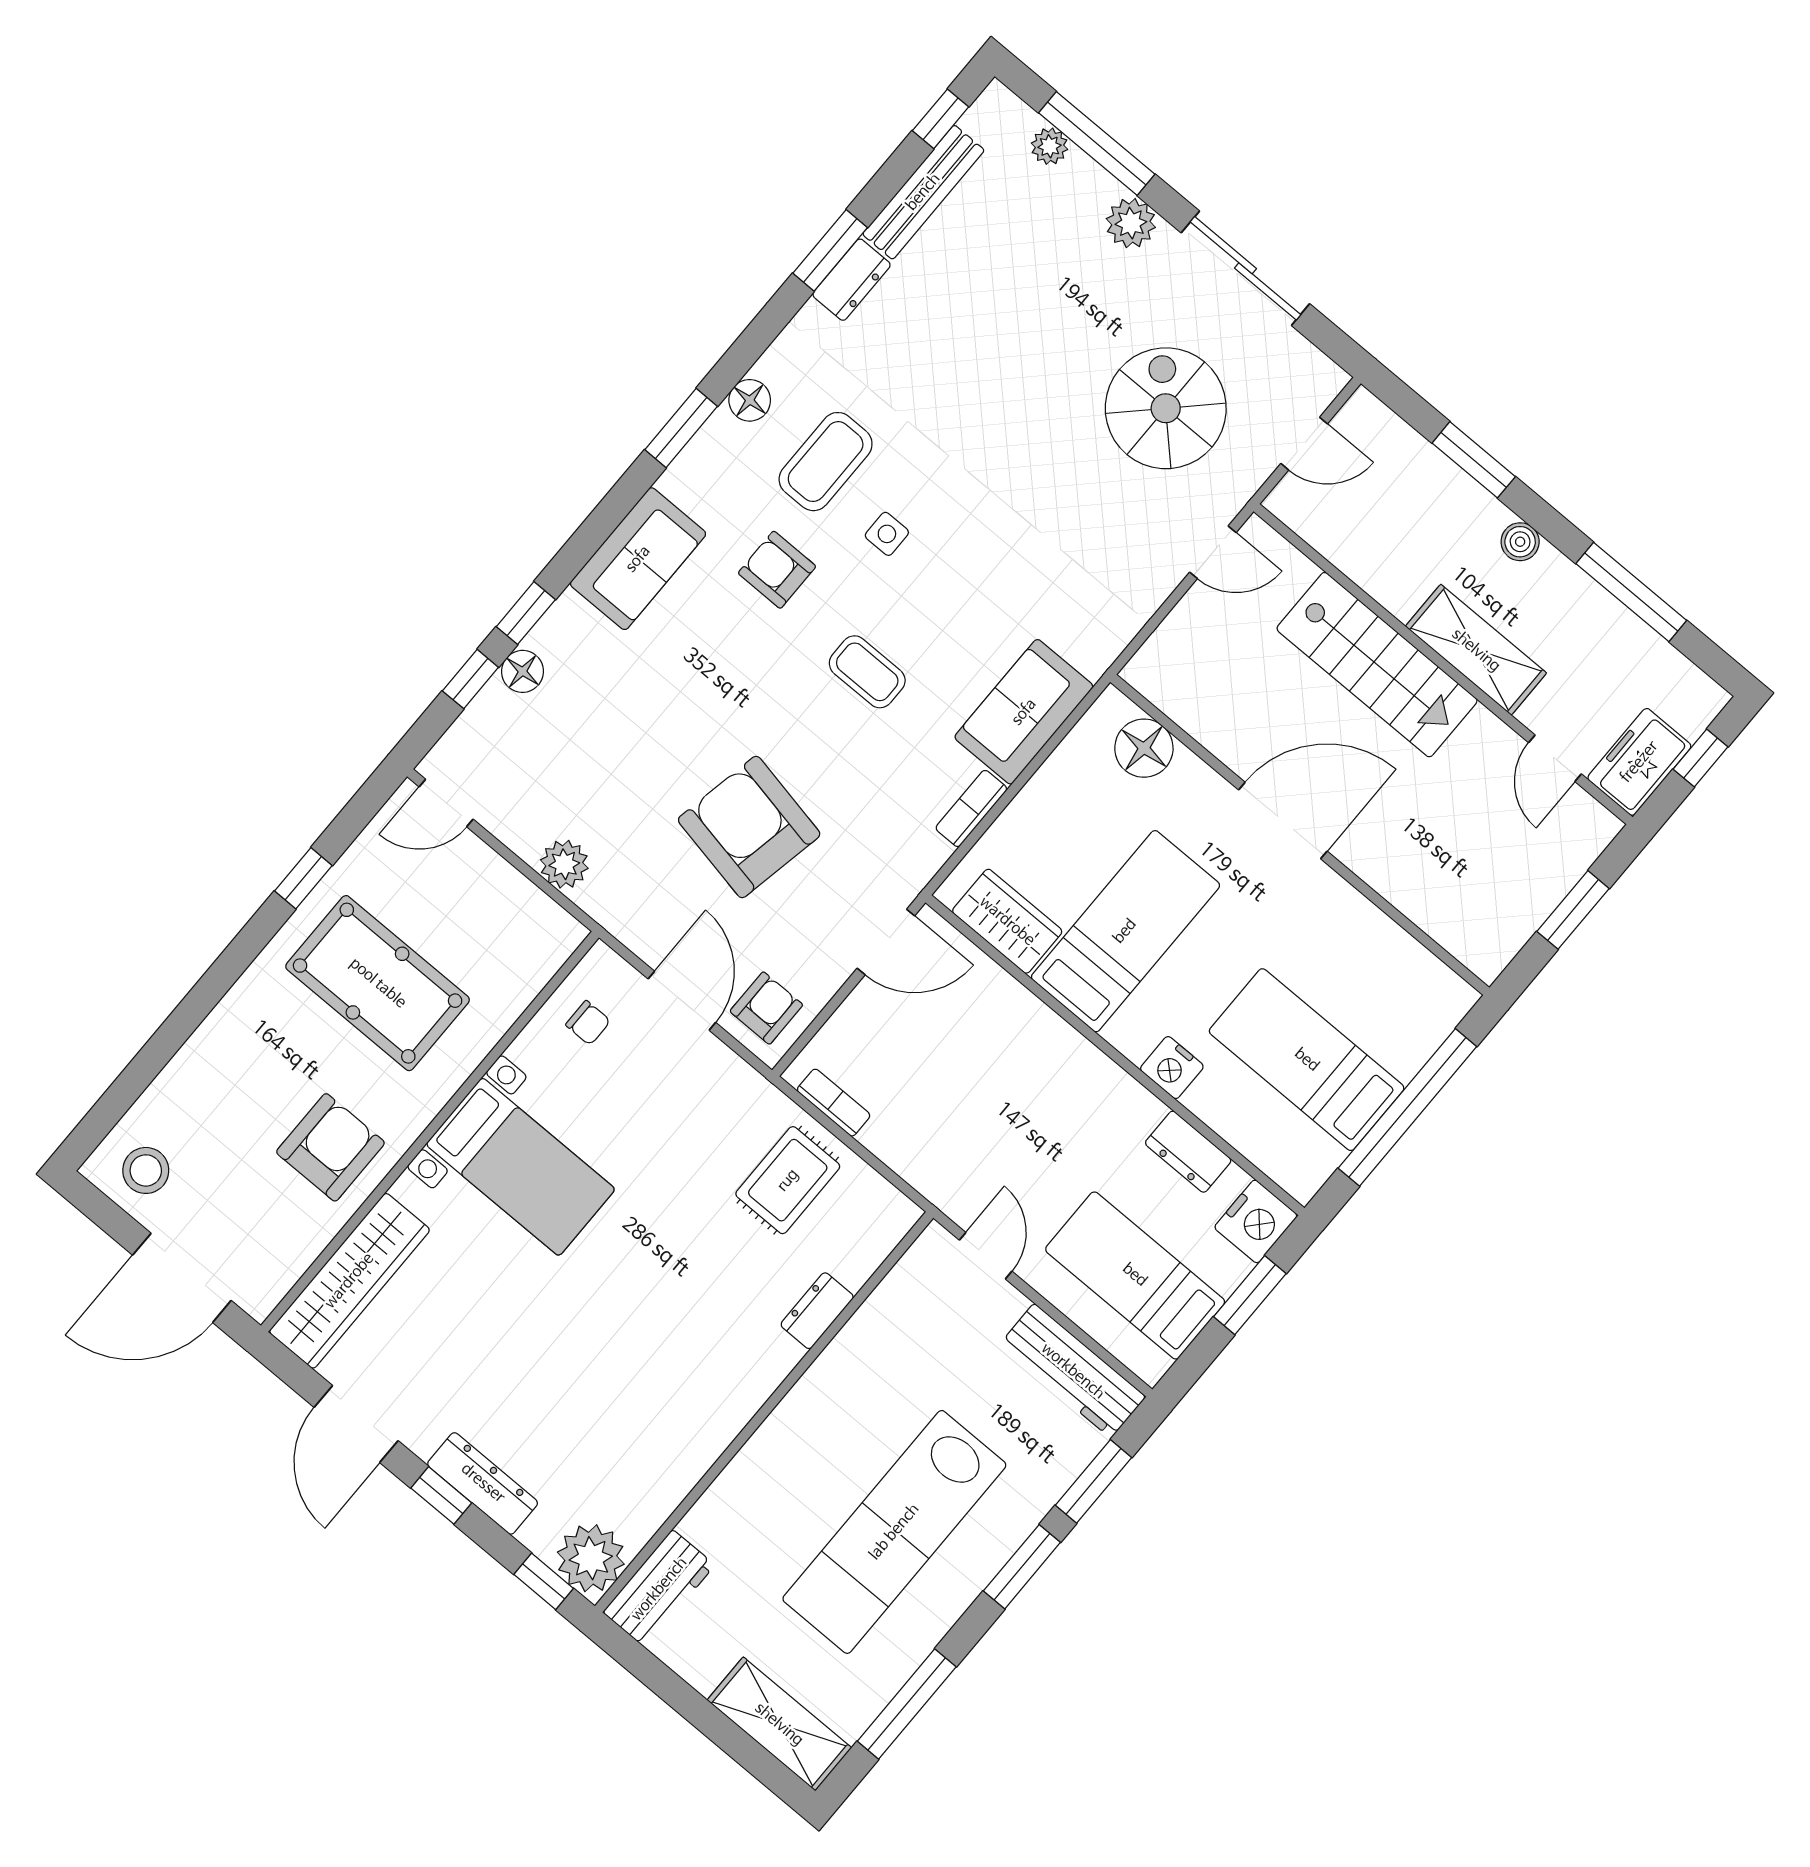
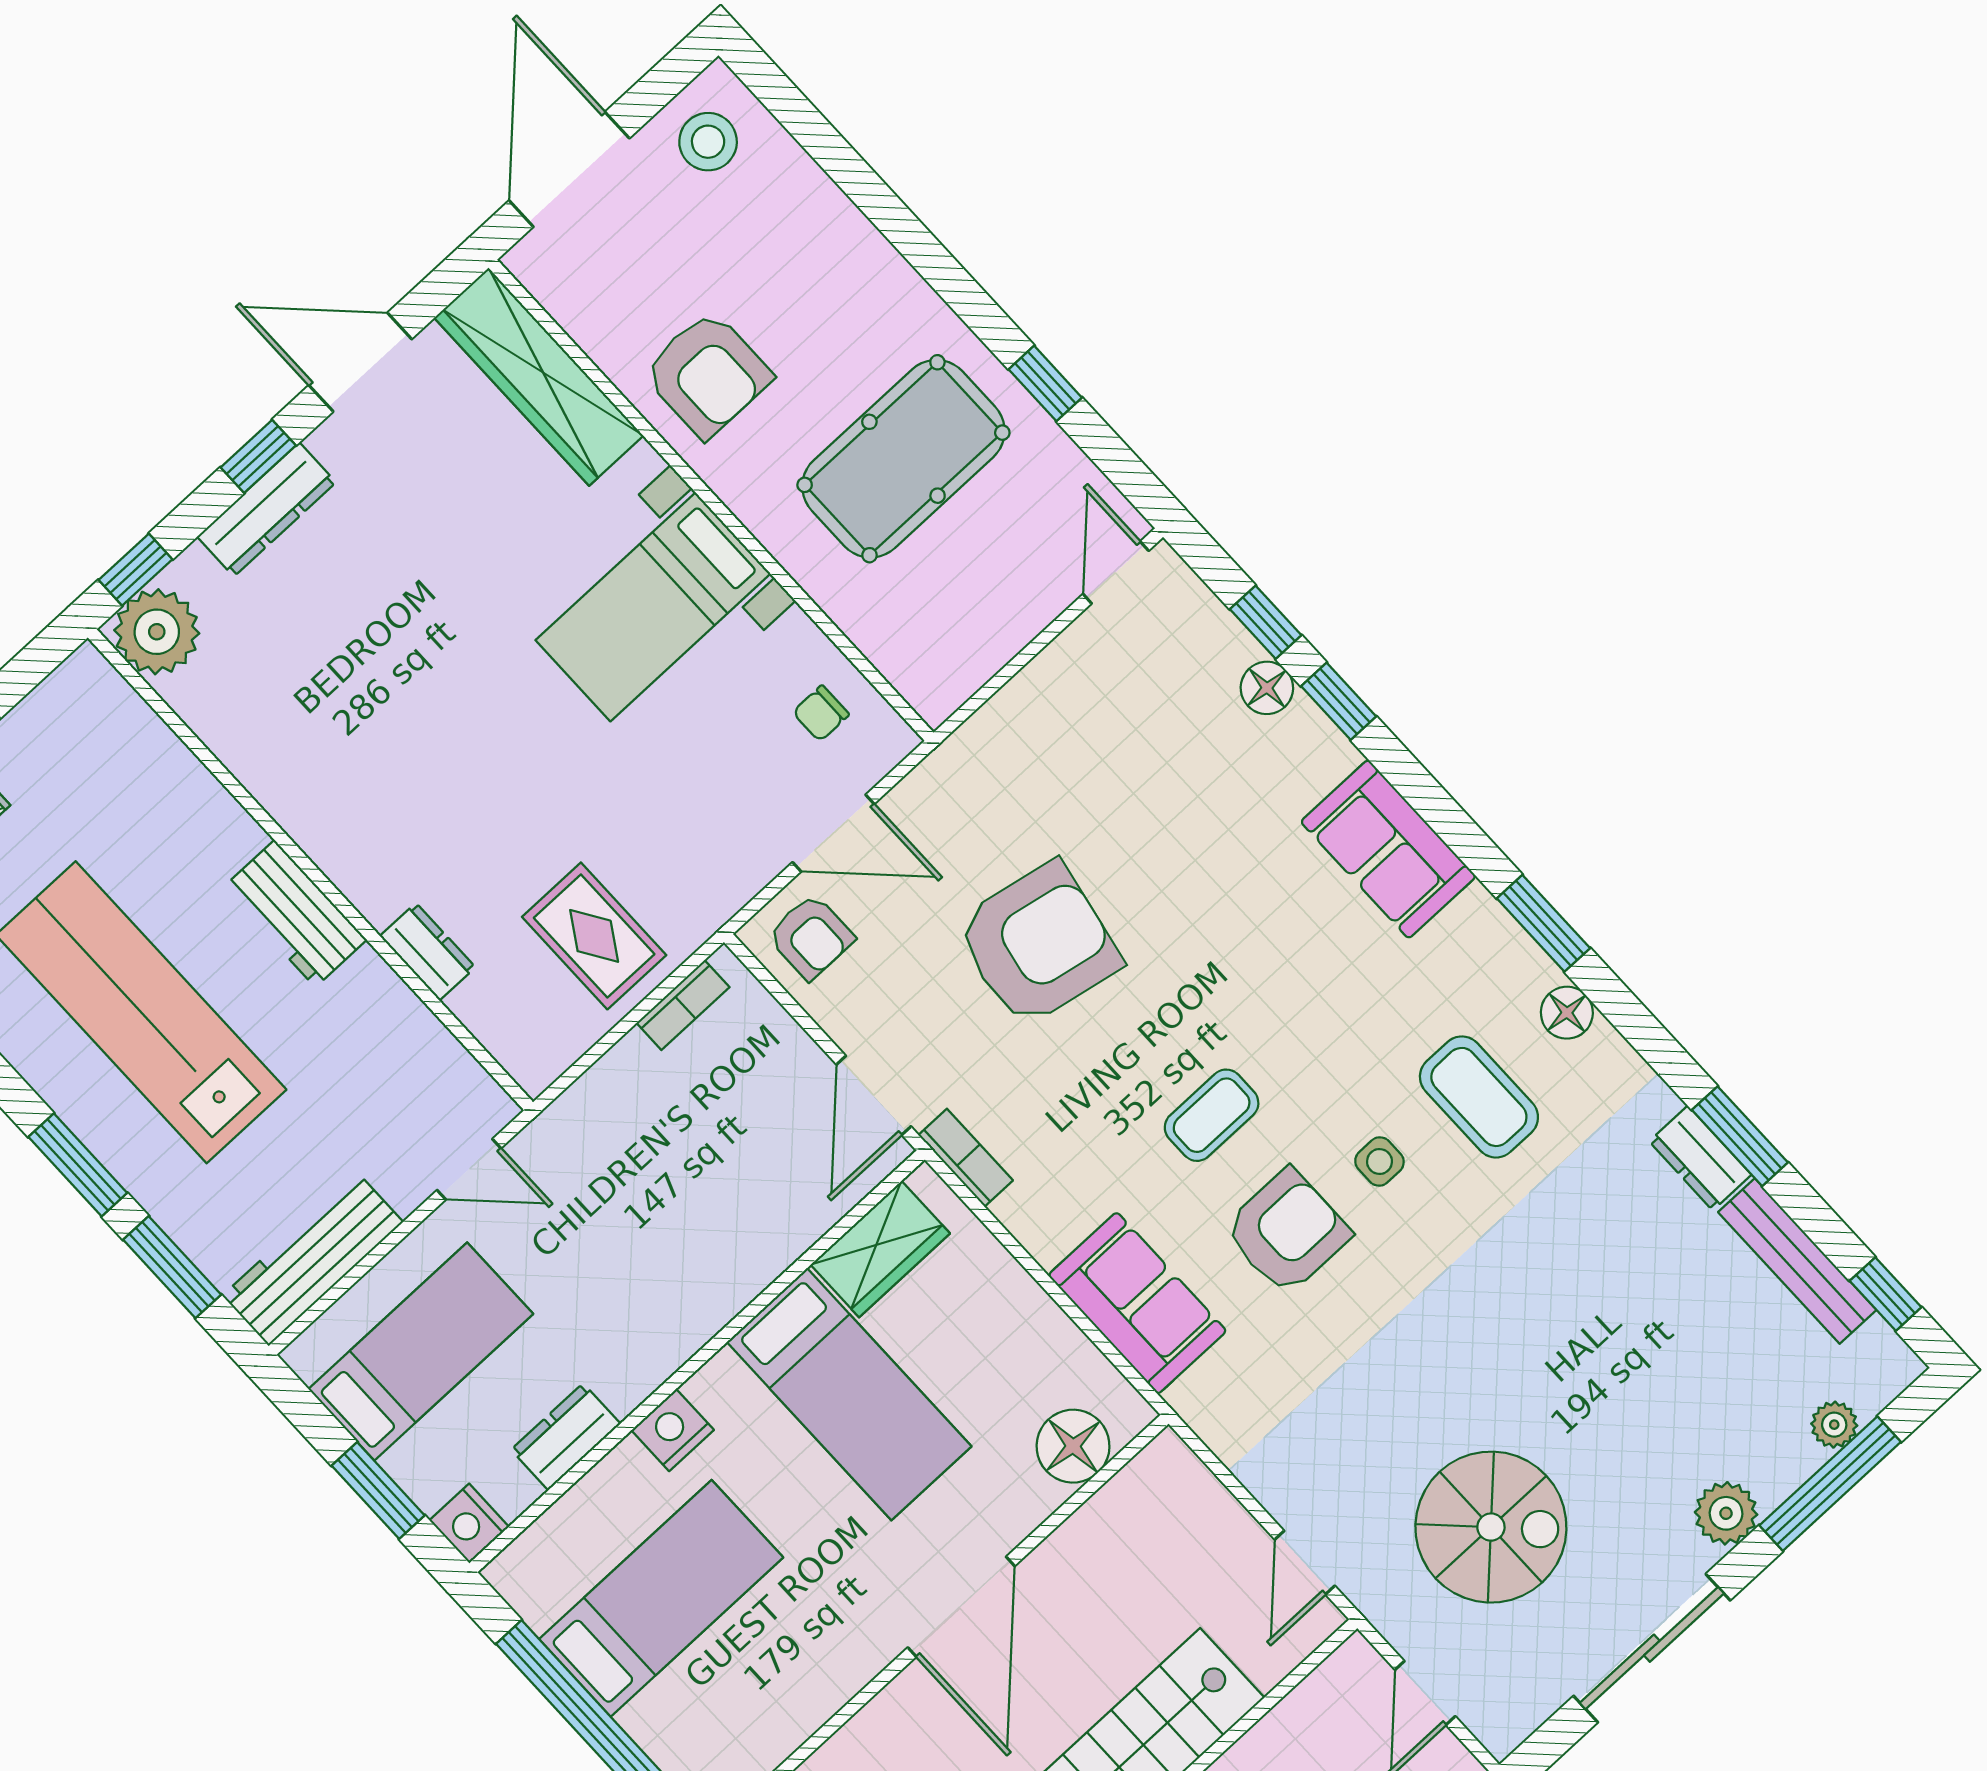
armchair: (777, 570) -> (1287, 1232), moved, width x1.38, depth x1.38
bookcase: (971, 809) -> (966, 1158), moved
plant: (564, 864) -> (1021, 709), removed
nightstand: (1256, 1221) -> (469, 1523), width x0.74, depth x0.75
workbench: (659, 1589) -> (295, 914), moved

